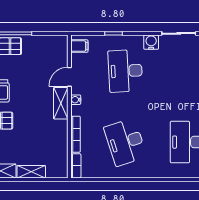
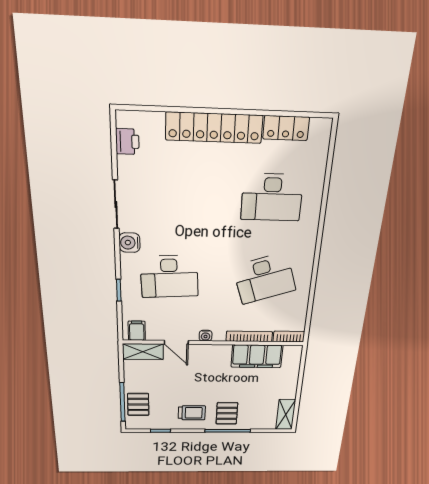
shelving: (61, 103) -> (143, 352), moved
filing cabinet: (57, 142) -> (257, 356), added
shelving: (31, 172) -> (290, 384), removed

